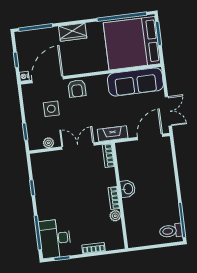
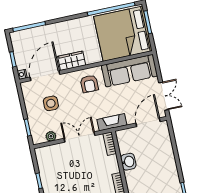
wardrobe: (73, 32) -> (72, 61), moved, turned 180
armchair: (77, 88) -> (89, 84), moved
washbasin: (128, 189) -> (128, 162), moved

